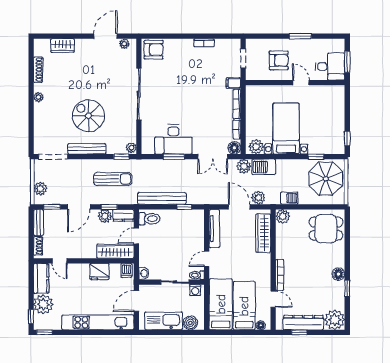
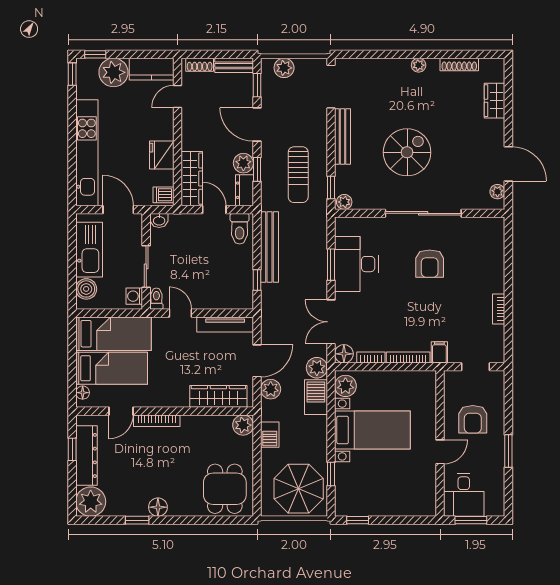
armchair: (154, 50) -> (430, 264), moved
spiral stairs: (88, 116) -> (407, 152), moved

